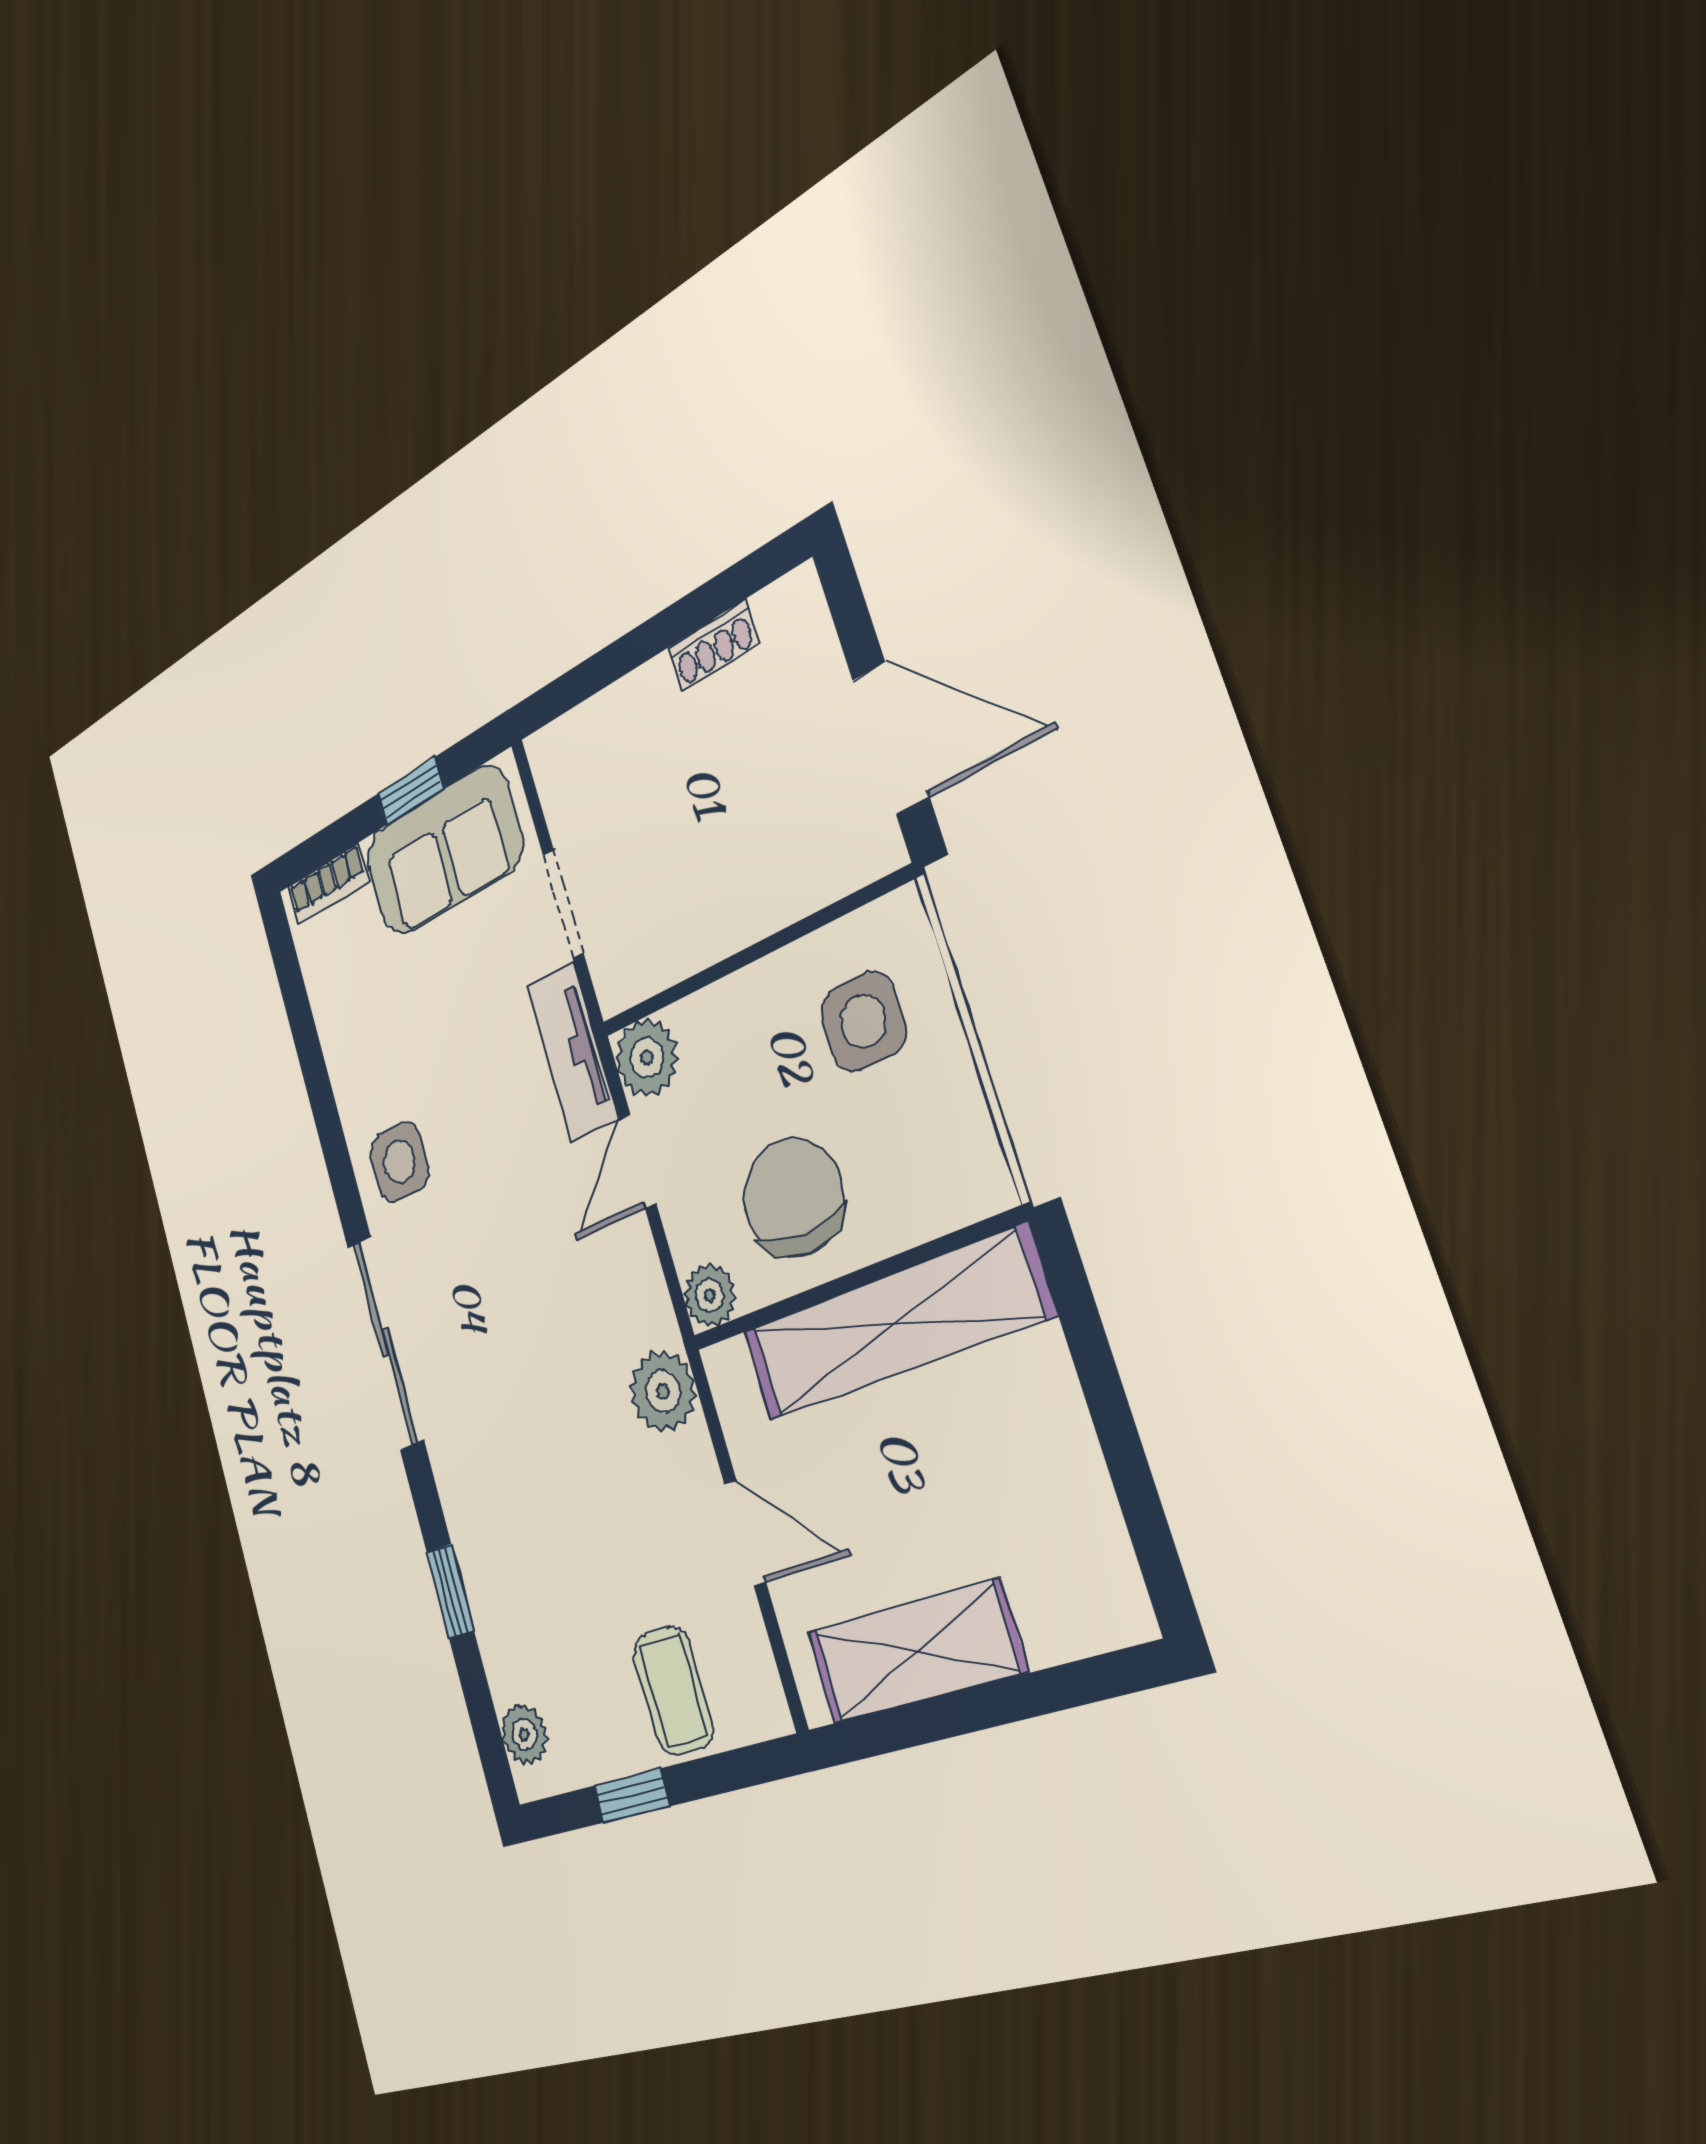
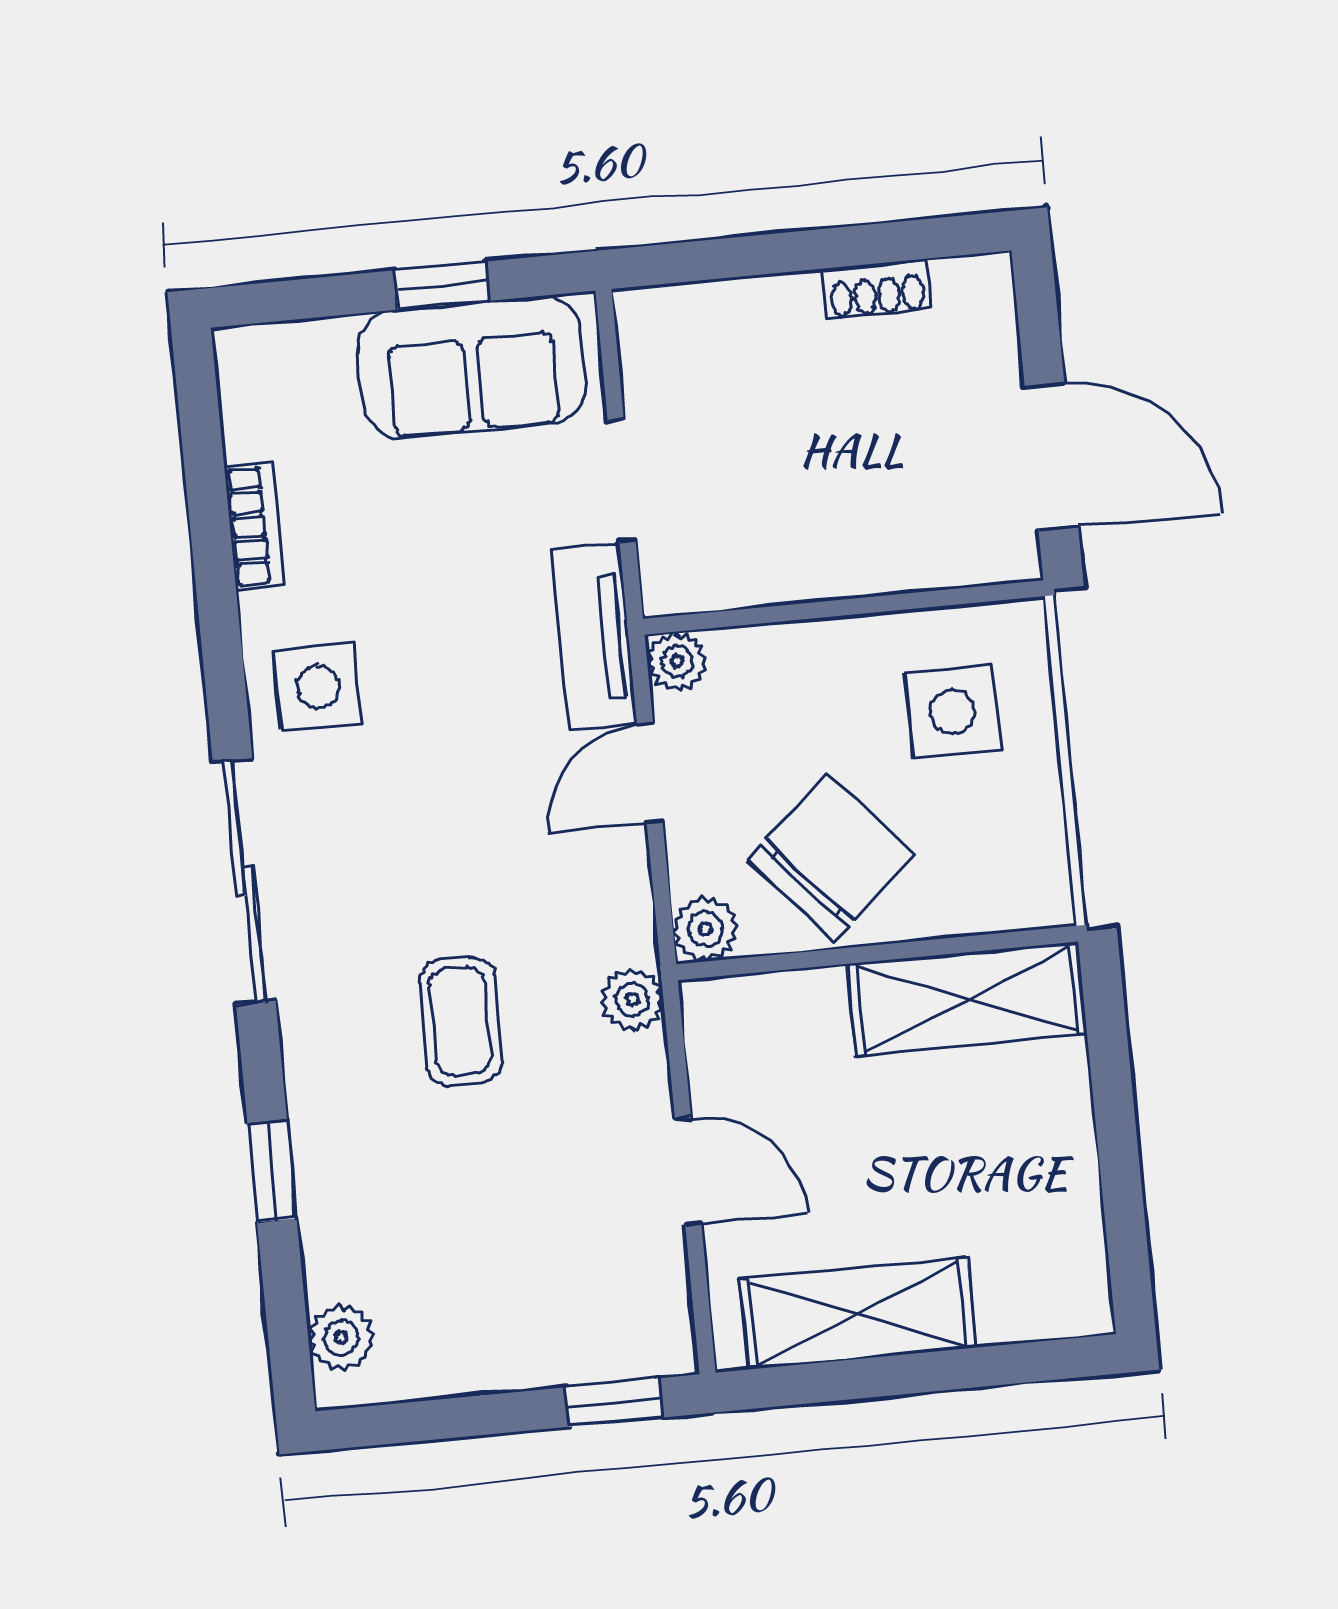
bookcase: (328, 884) -> (254, 526), moved, turned -90
plant: (647, 1058) -> (677, 661), width x0.73, depth x0.73
chair: (794, 1197) -> (831, 857), turned 48
shelving: (894, 1324) -> (967, 999), width x0.68
plant: (663, 1391) -> (632, 1000), width x0.73, depth x0.73
coffee table: (673, 1690) -> (460, 1021), moved
window: (631, 1796) -> (614, 1402), moved

